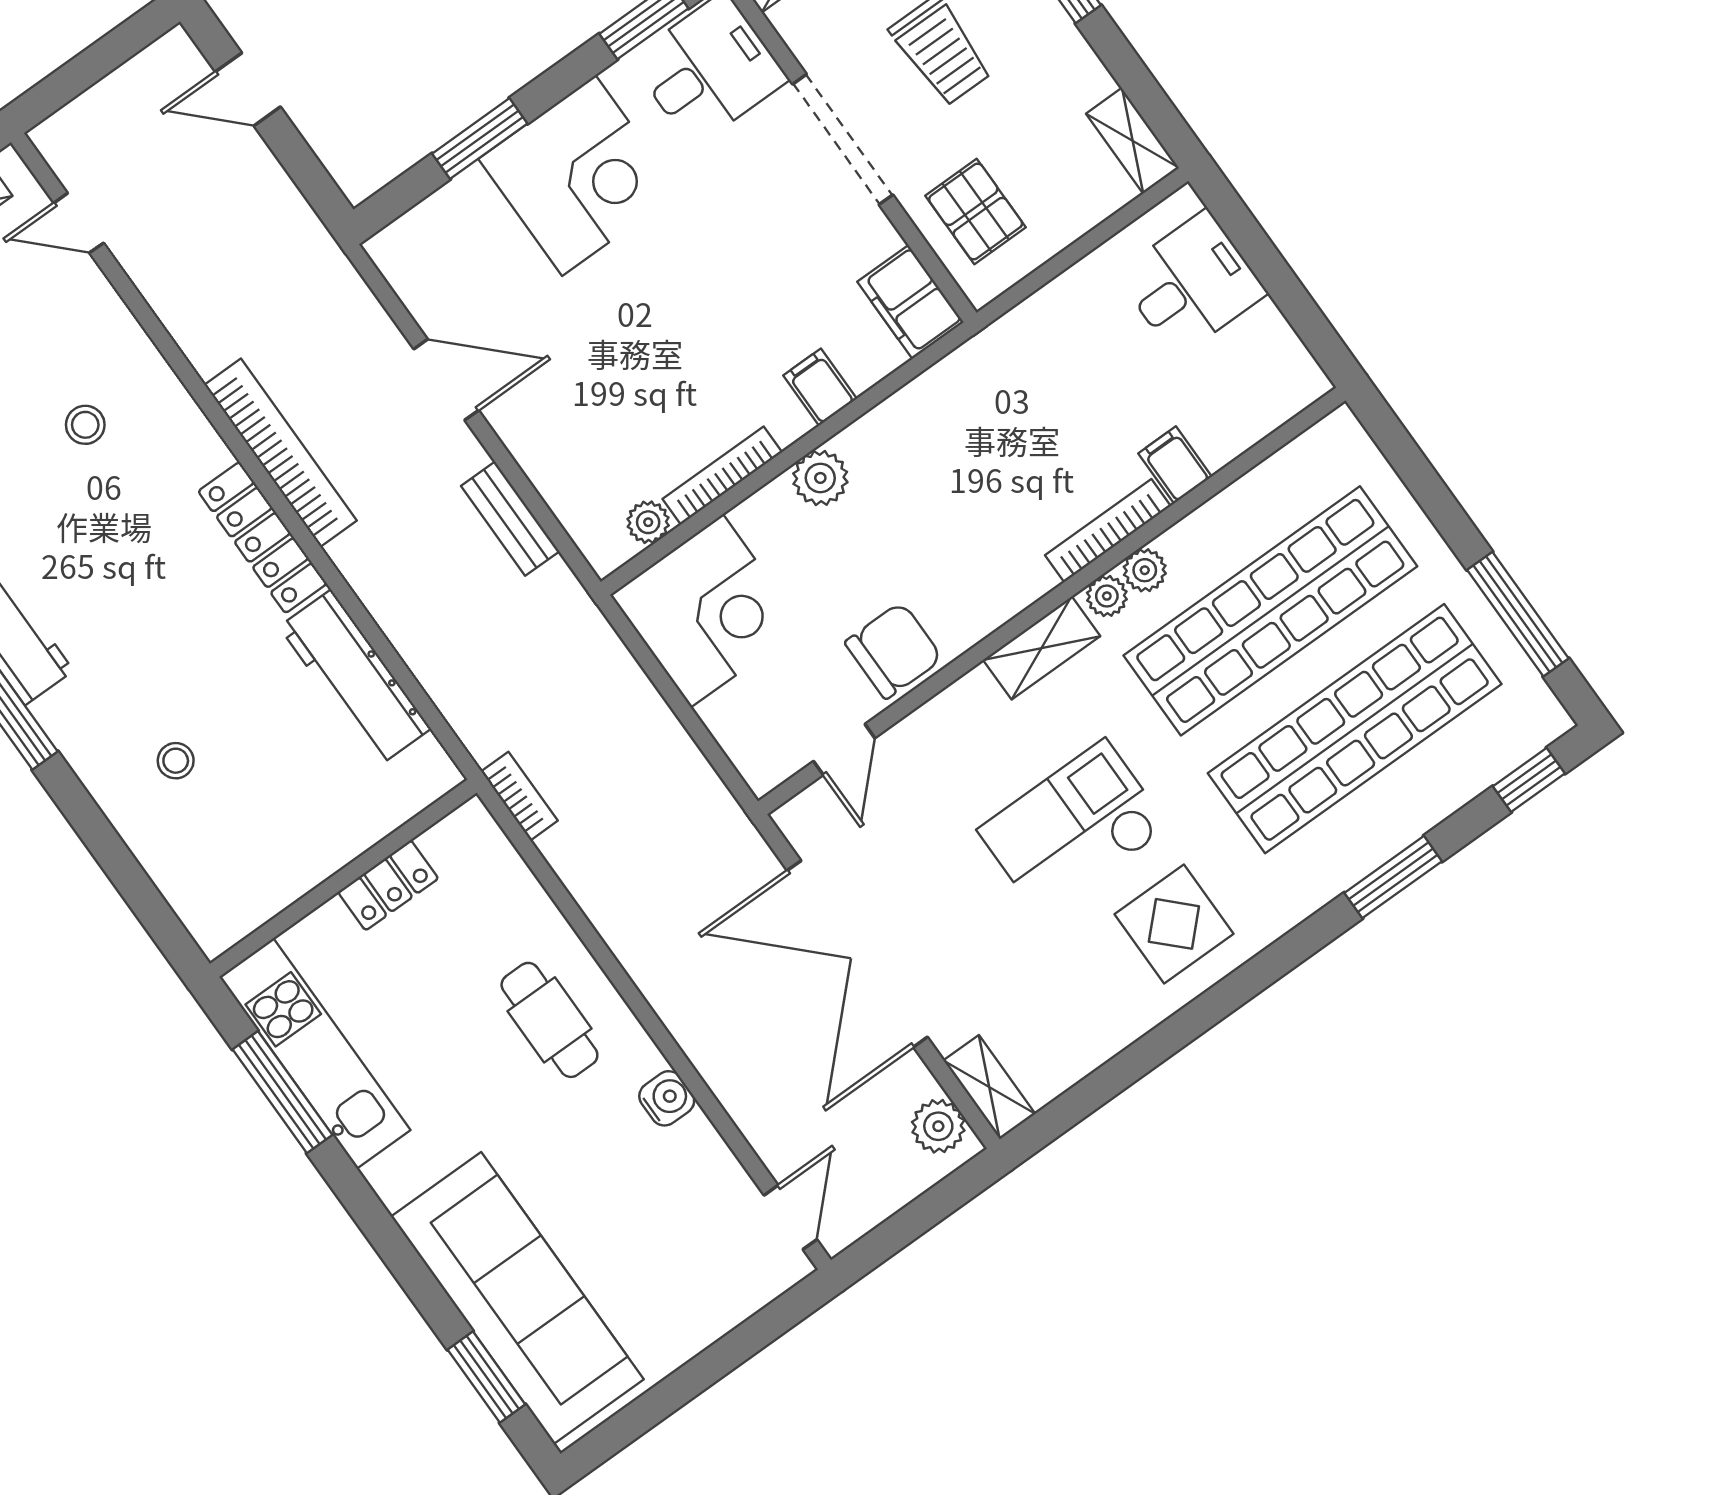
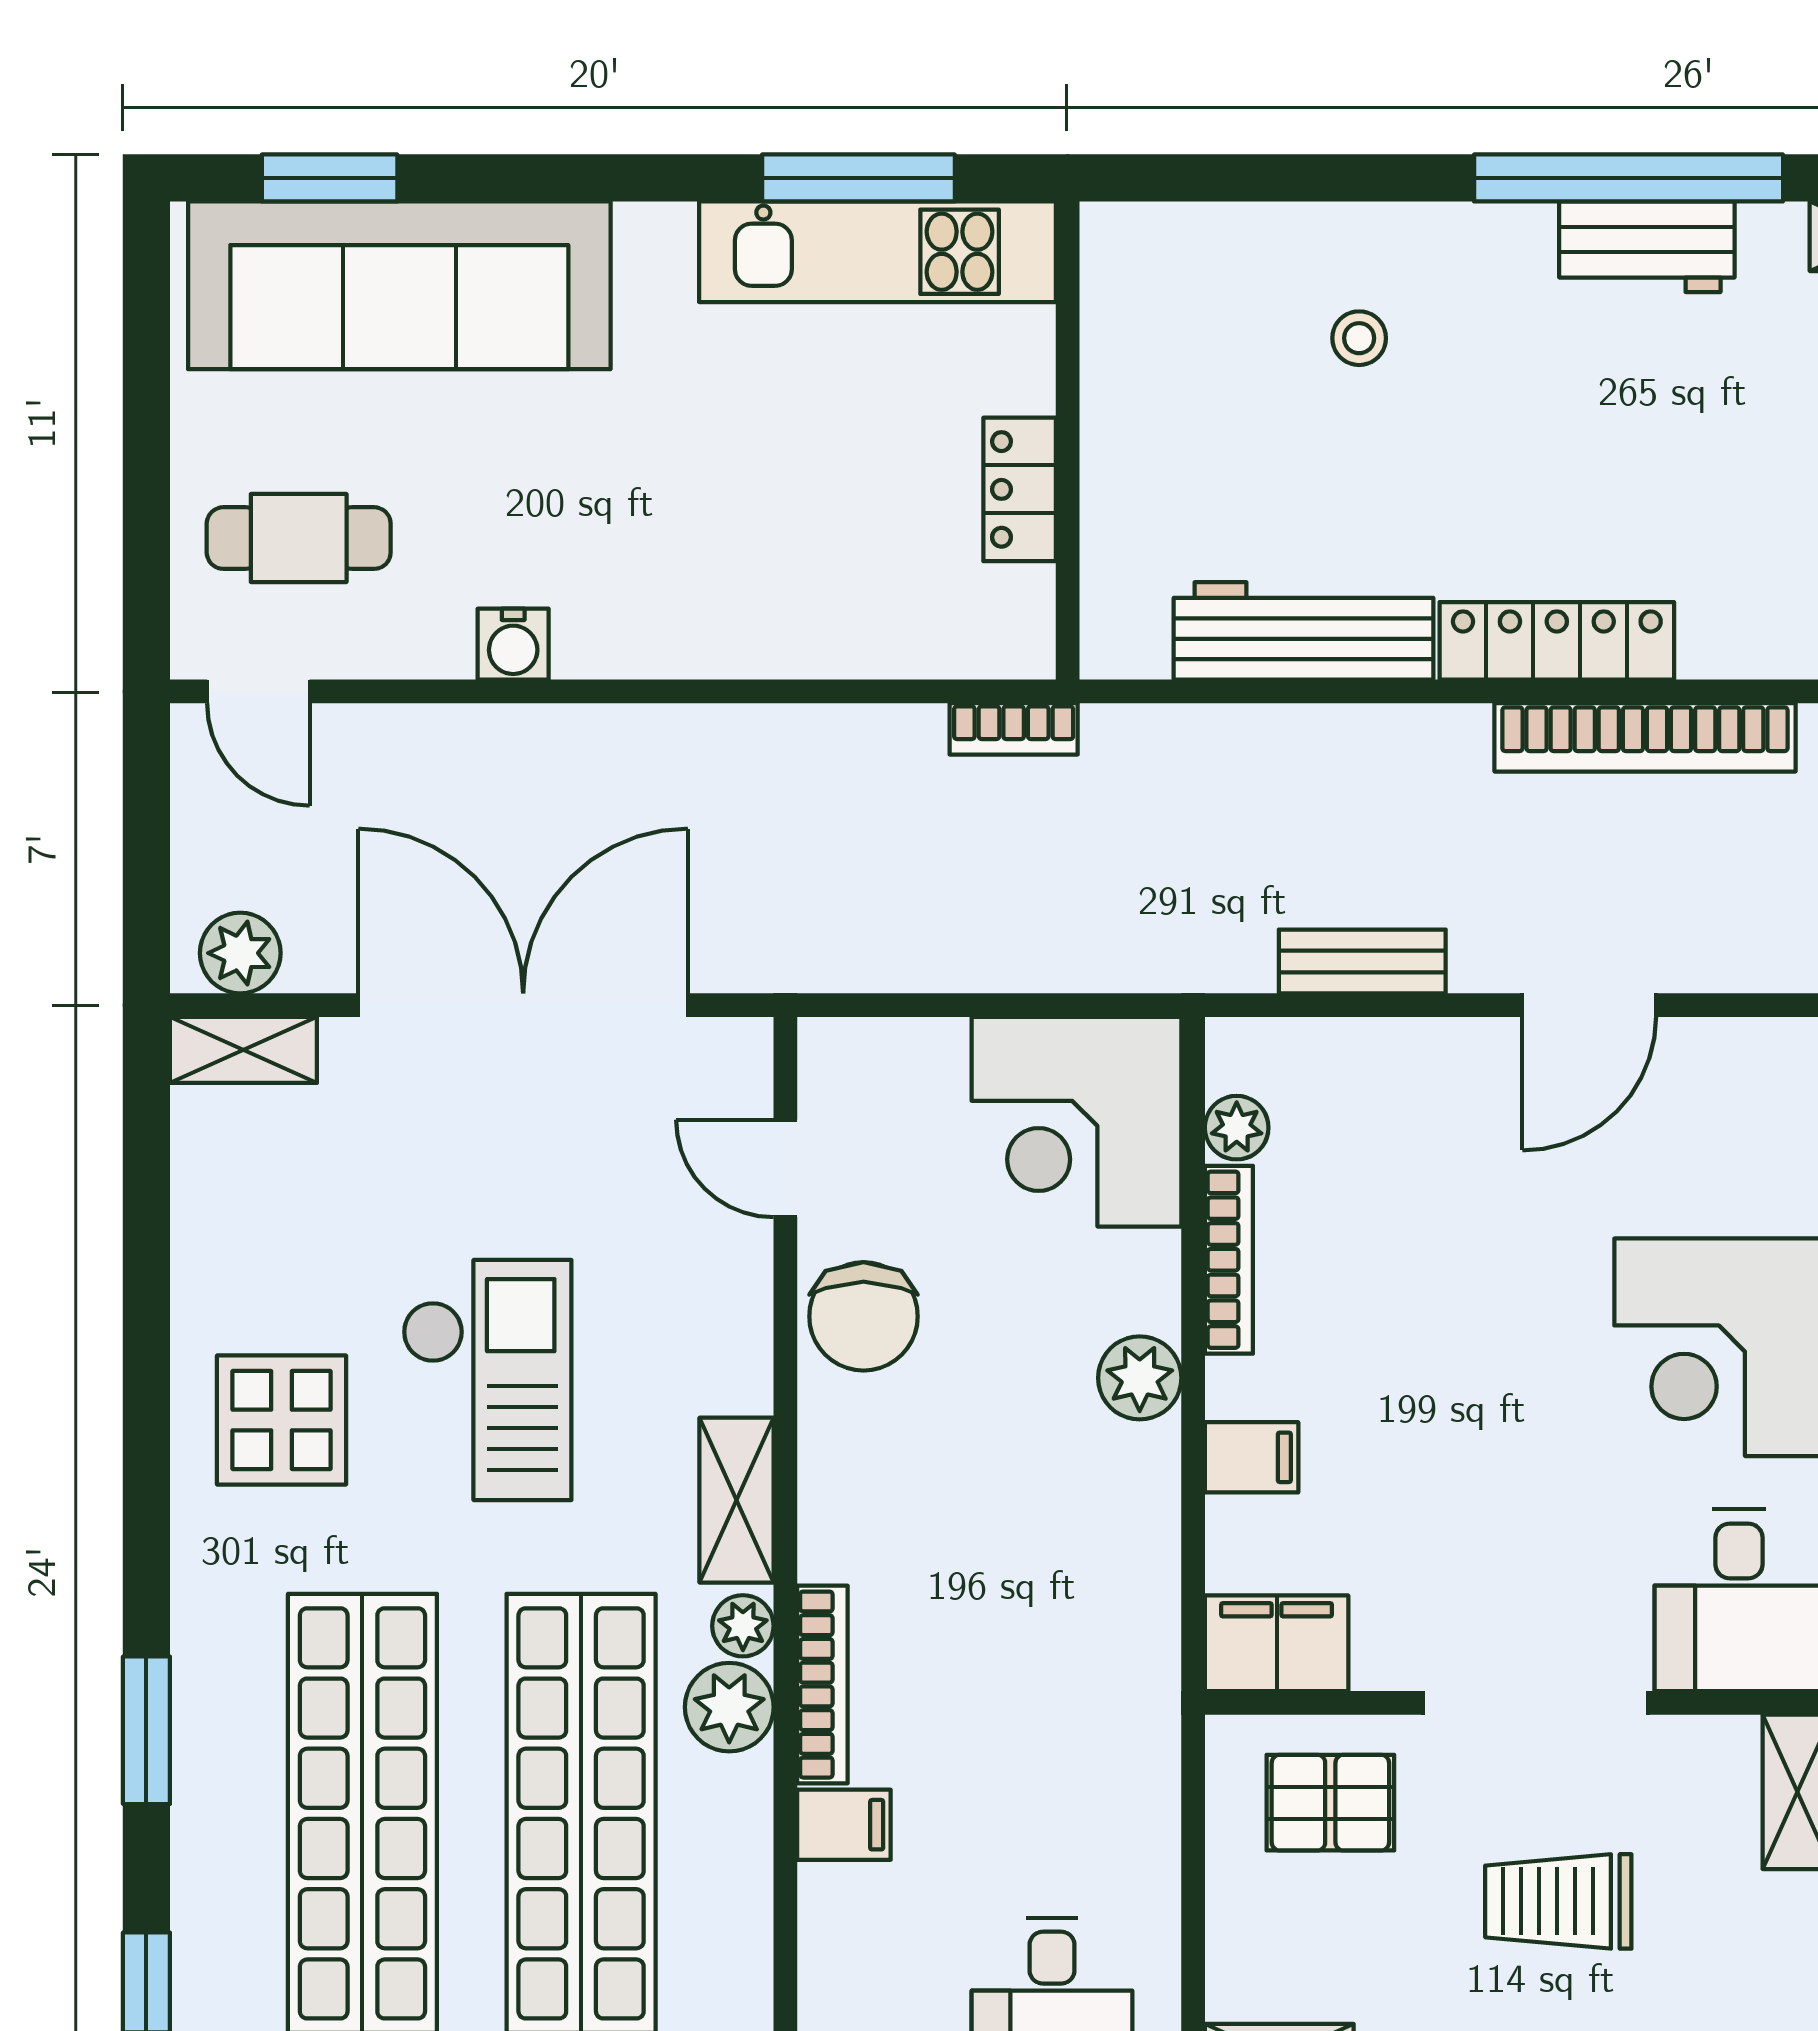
plant: (1145, 570) -> (729, 1707), width x1.38, depth x1.38
cafe table: (549, 1020) -> (299, 538), moved

